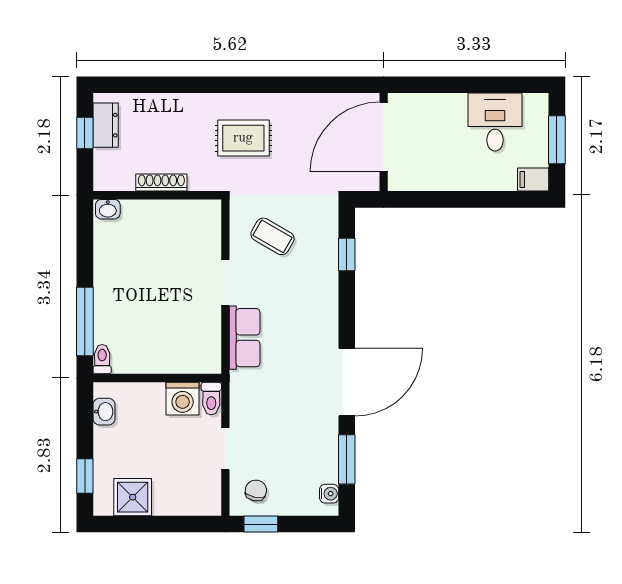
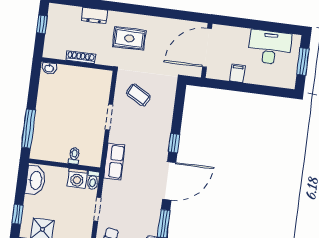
desk: (495, 122) -> (270, 47), width x1.37
dresser: (106, 125) -> (94, 16), moved, turned 90
filing cabinet: (533, 179) -> (237, 73), moved, turned 90
window: (347, 254) -> (174, 143), moved
row of seats: (245, 338) -> (114, 161), moved
toilet: (102, 359) -> (74, 156), moved
washbasin: (104, 412) -> (35, 180), width x1.91, depth x1.45

